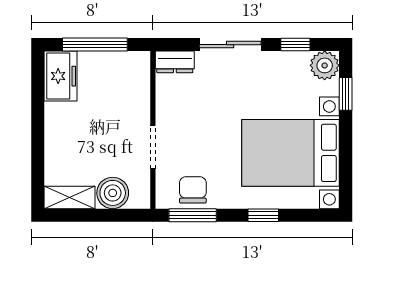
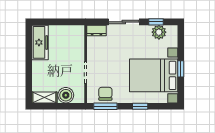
window: (95, 45) -> (57, 22), removed
plant: (325, 65) -> (159, 32), moved
freezer: (60, 76) -> (40, 42), width x1.40
window: (346, 94) -> (181, 69), moved

